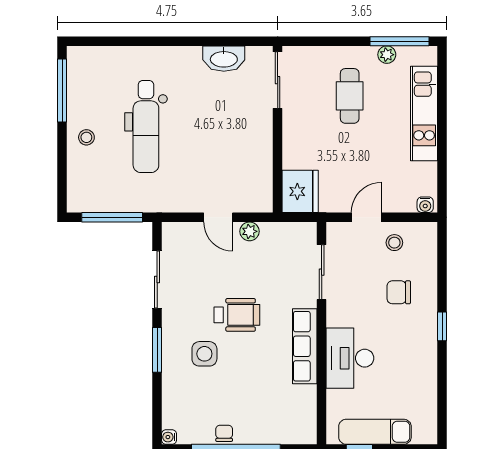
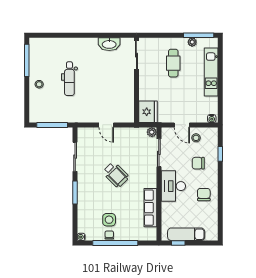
dental chair: (146, 127) -> (69, 79), width x0.73, depth x0.72
door: (367, 217) -> (182, 125), swing flipped
plant: (249, 231) -> (152, 132), moved
wheelchair: (237, 315) -> (116, 175), turned 45
window: (442, 326) -> (220, 154), moved
row of seats: (305, 346) -> (150, 208), moved
side table: (204, 354) -> (109, 220), moved
chair: (410, 354) -> (204, 195), added
desk: (350, 358) -> (173, 186), moved

